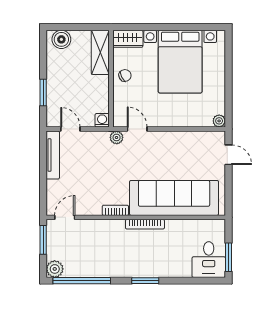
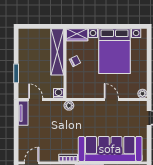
boiler: (61, 39) -> (29, 35), removed
shelving: (100, 52) -> (57, 52), width x1.47
door: (137, 129) -> (111, 99), moved
tv unit: (53, 155) -> (23, 113), width x0.71

